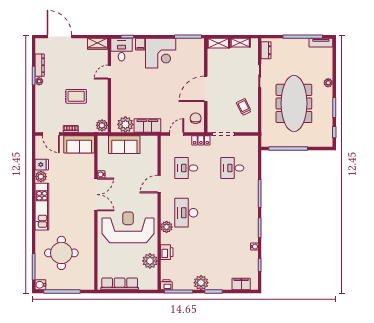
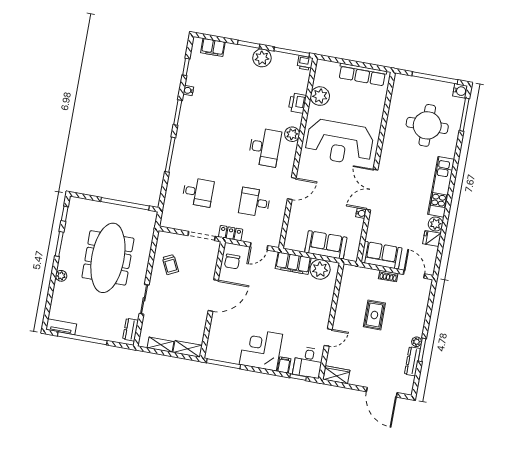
rug: (76, 96) -> (374, 315), turned 90
plant: (102, 125) -> (349, 273), removed
desk: (186, 168) -> (255, 202), turned 180

